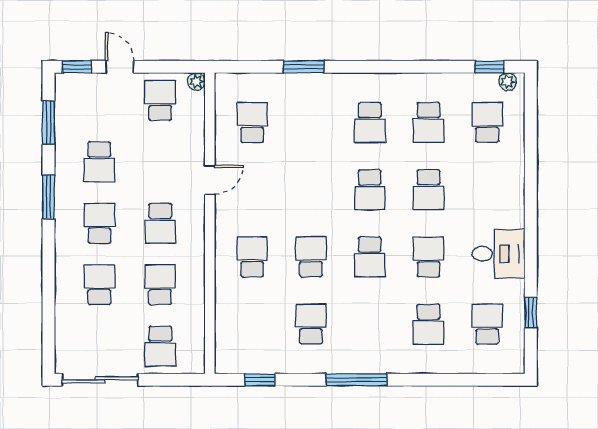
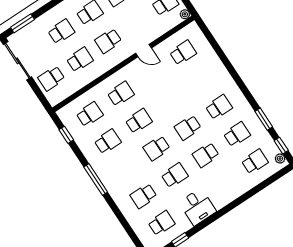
window: (304, 67) -> (264, 119), moved
school desk: (370, 122) -> (219, 107), turned 180
school desk: (428, 122) -> (237, 134), turned 180
school desk: (252, 324) -> (90, 114), added
window: (49, 335) -> (22, 23), added

